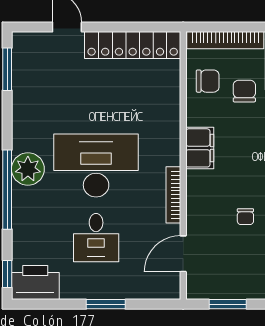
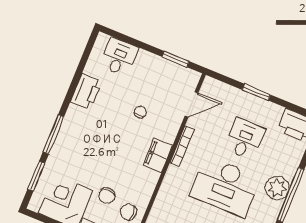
filing cabinet: (200, 148) -> (158, 155), moved
plant: (28, 169) -> (277, 188), moved

